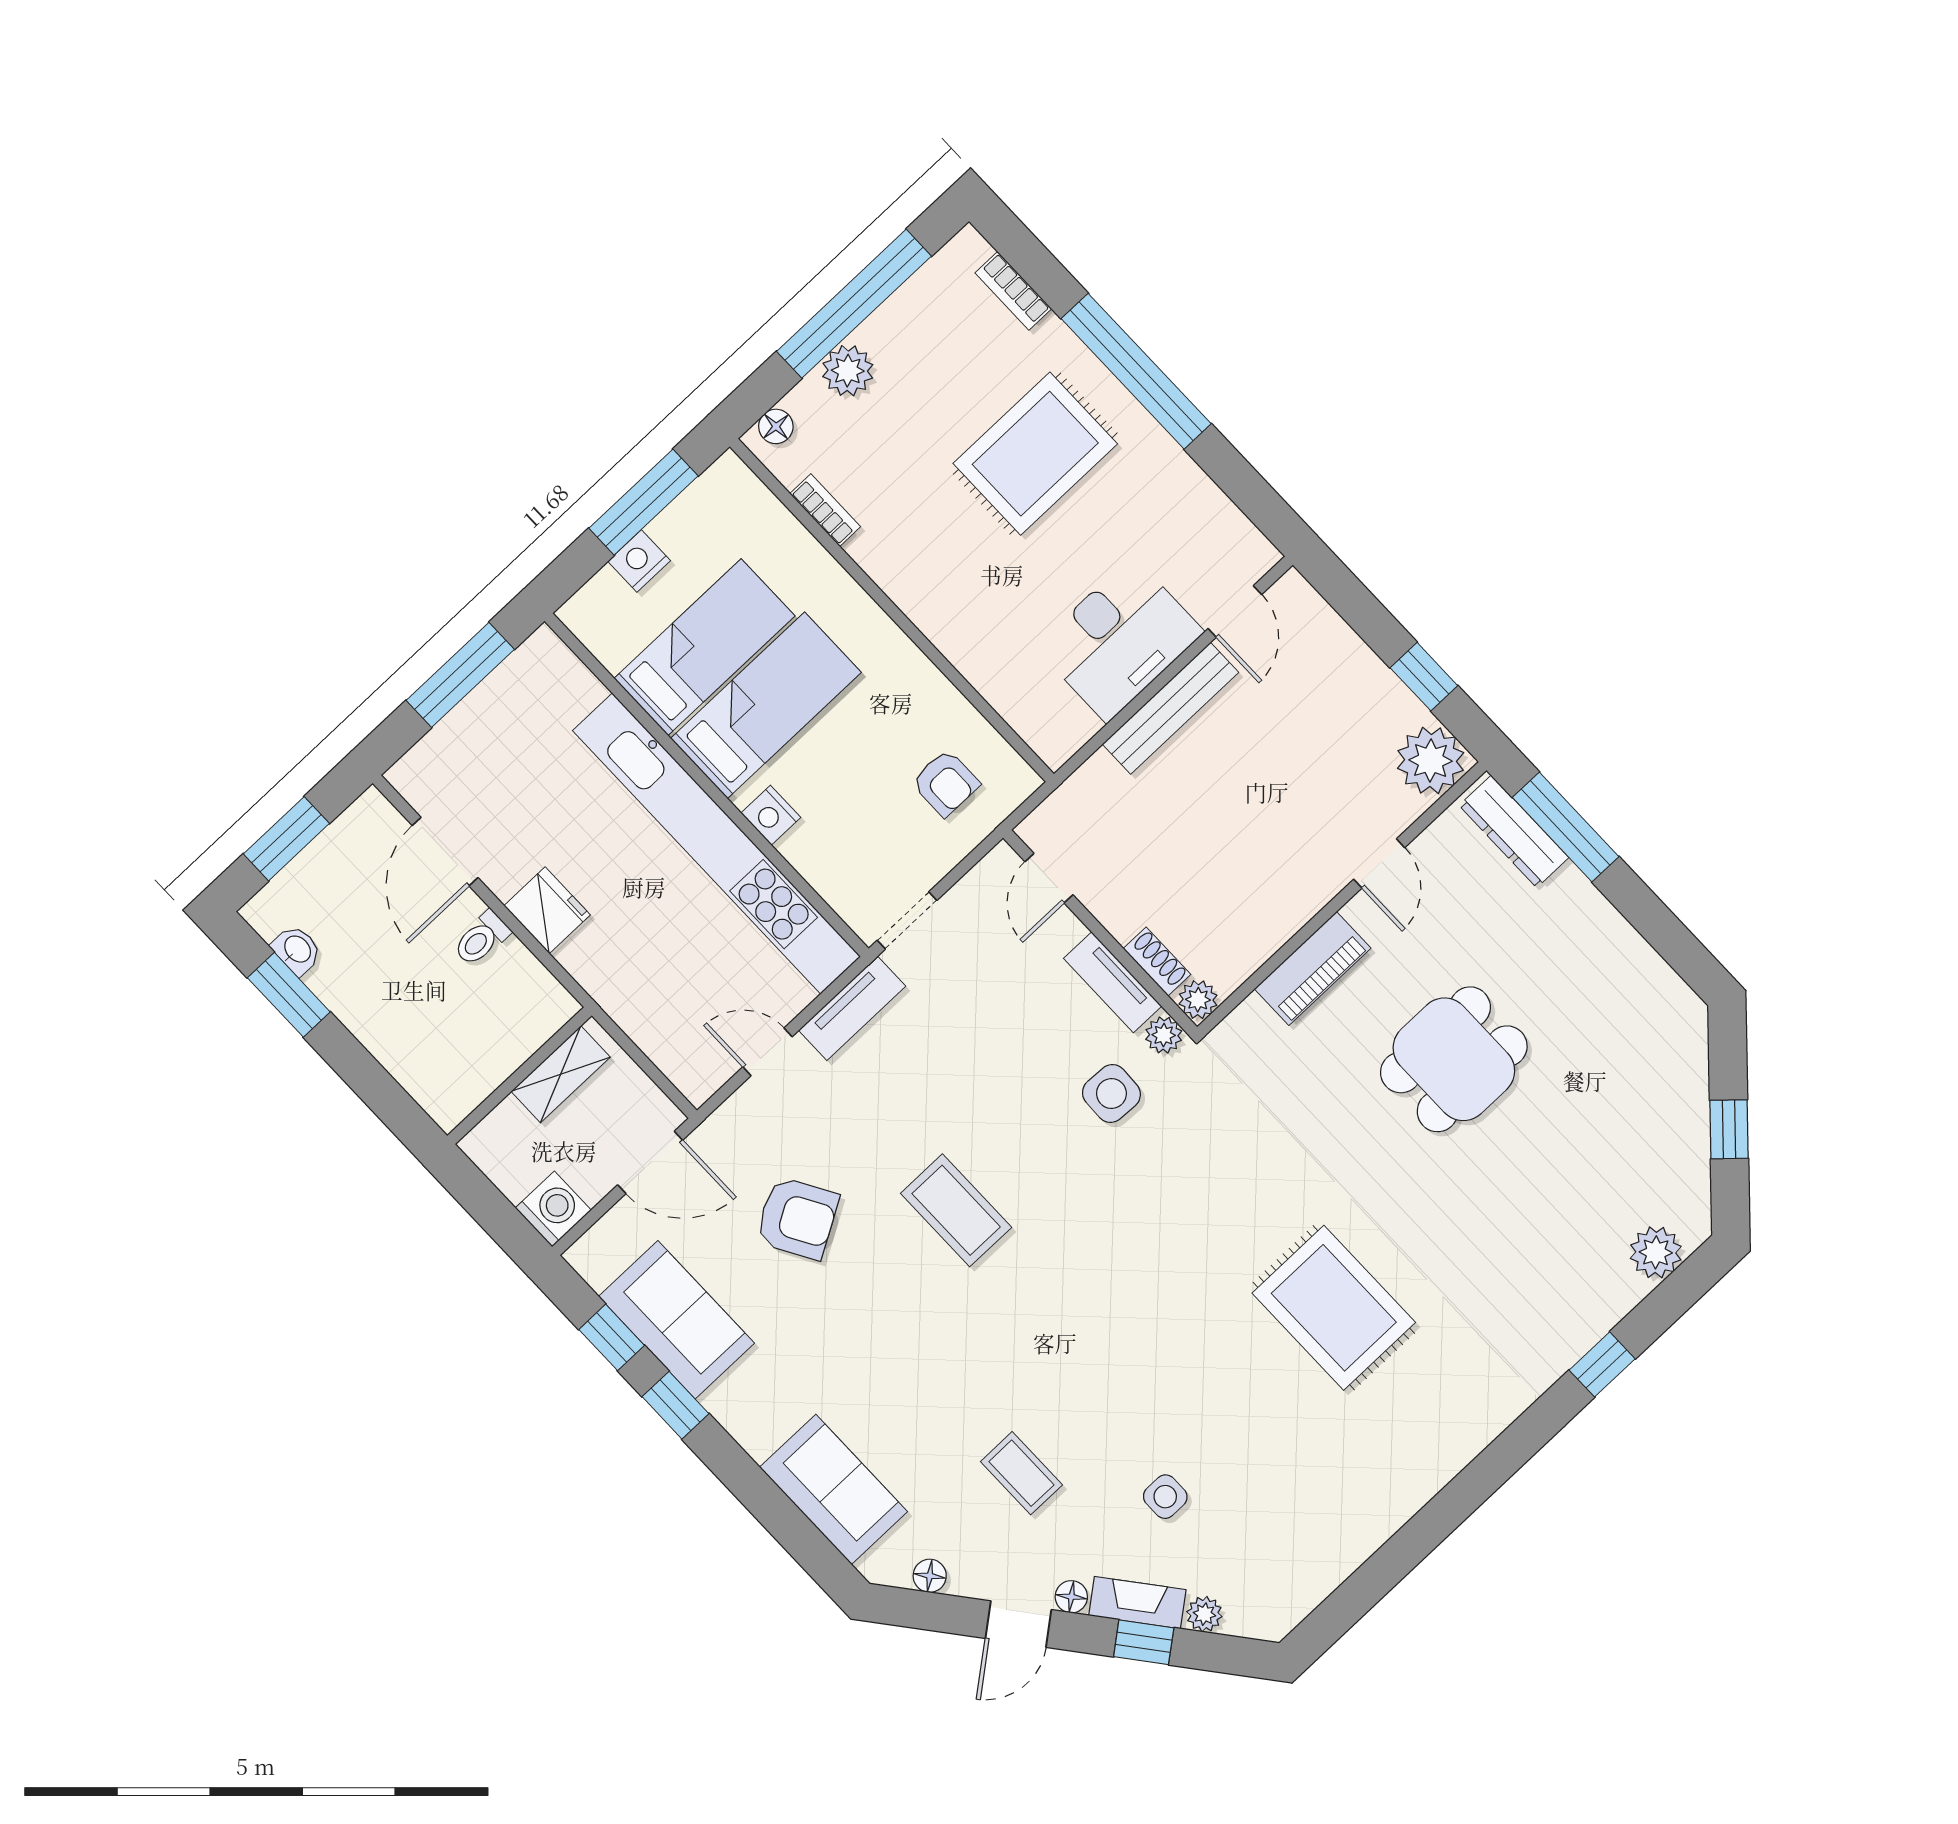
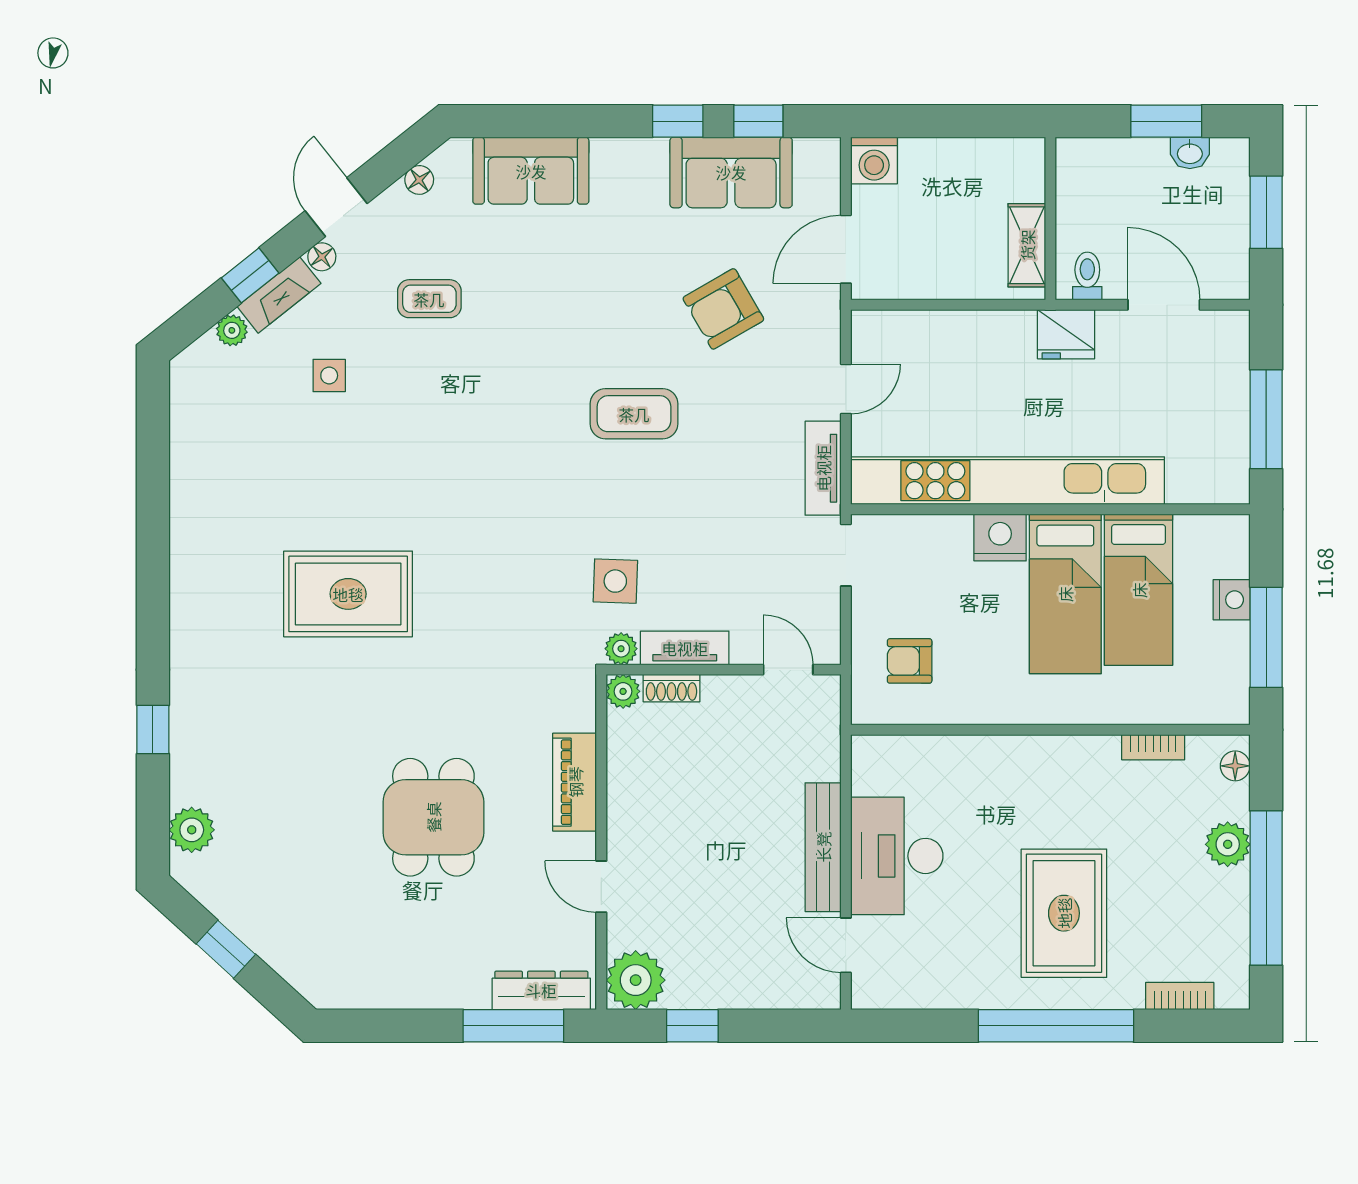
nightstand: (771, 815) -> (1000, 537), width x1.36, depth x1.33
shelving: (561, 1074) -> (1027, 245), moved
wall: (520, 1076) -> (1050, 219), moved

